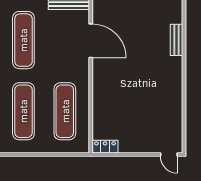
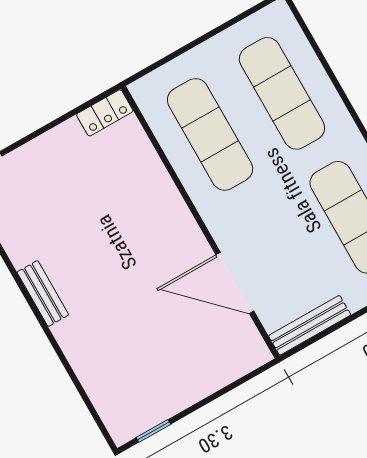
bench: (177, 40) -> (43, 293), moved

